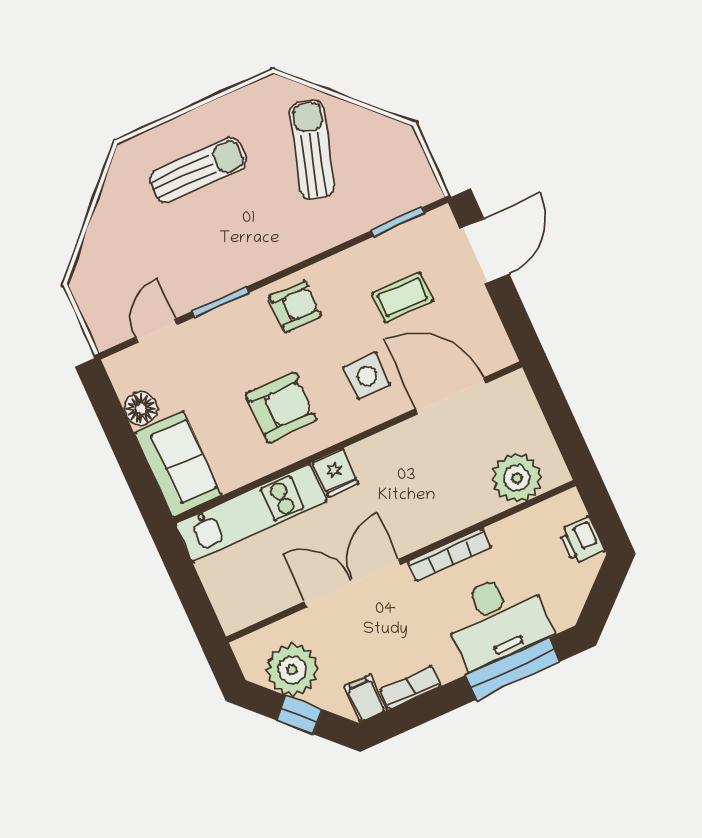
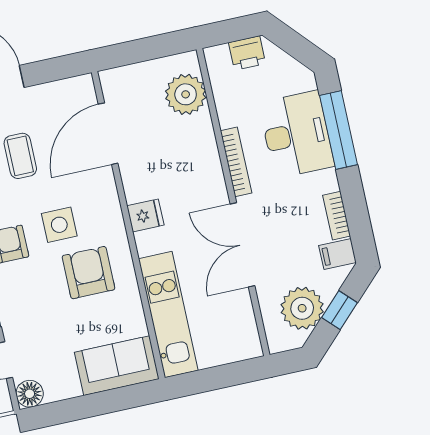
side table: (367, 376) -> (59, 225), moved
floor lamp: (141, 409) -> (30, 394), moved
fridge: (336, 473) -> (145, 215), moved

